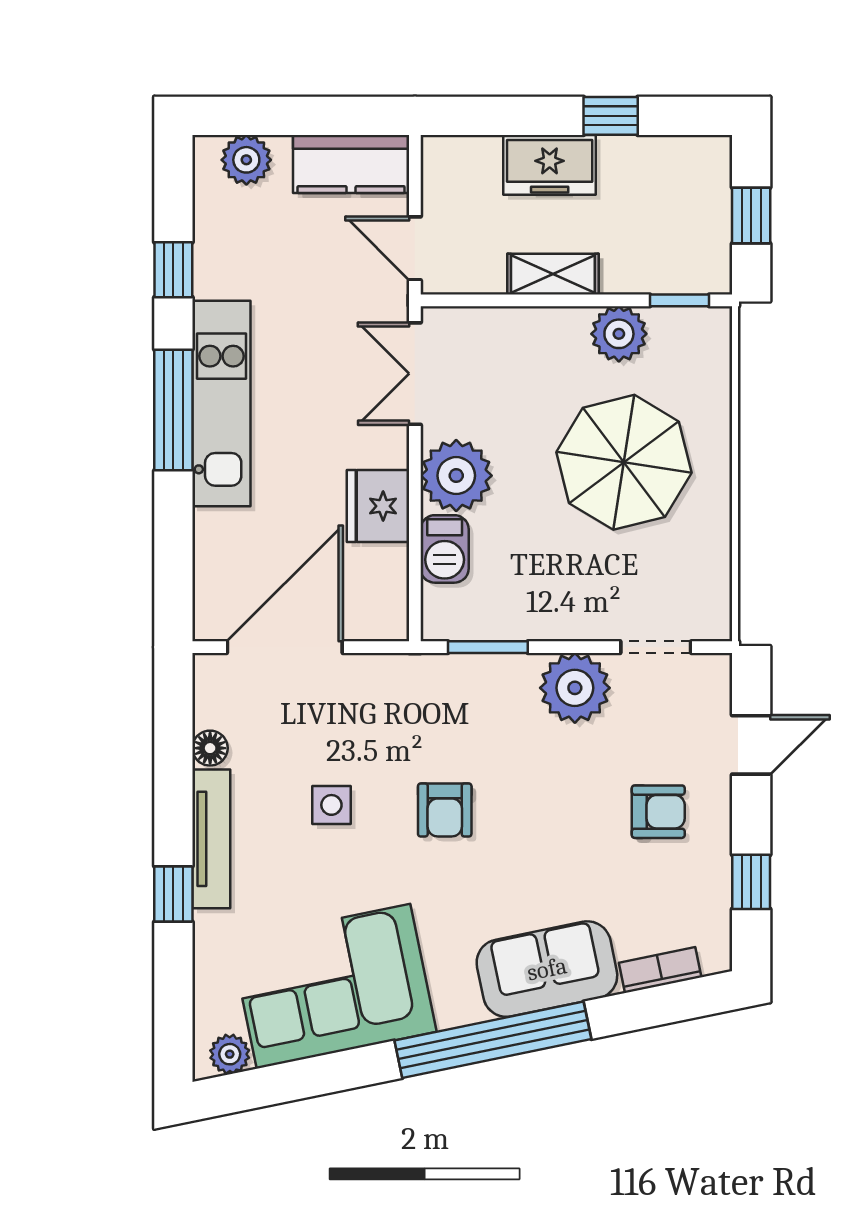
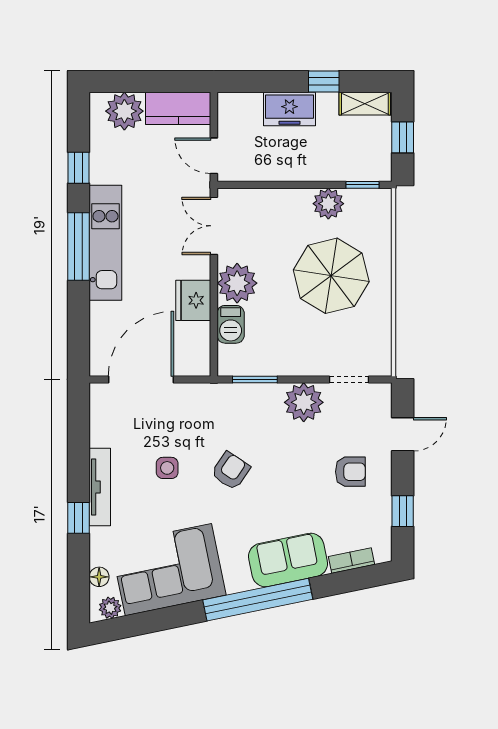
plant: (246, 160) -> (124, 111), width x1.36, depth x1.36
shelving: (553, 274) -> (365, 104), moved
floor lamp: (210, 748) -> (99, 577), moved
armchair: (445, 810) -> (231, 471), turned -146

